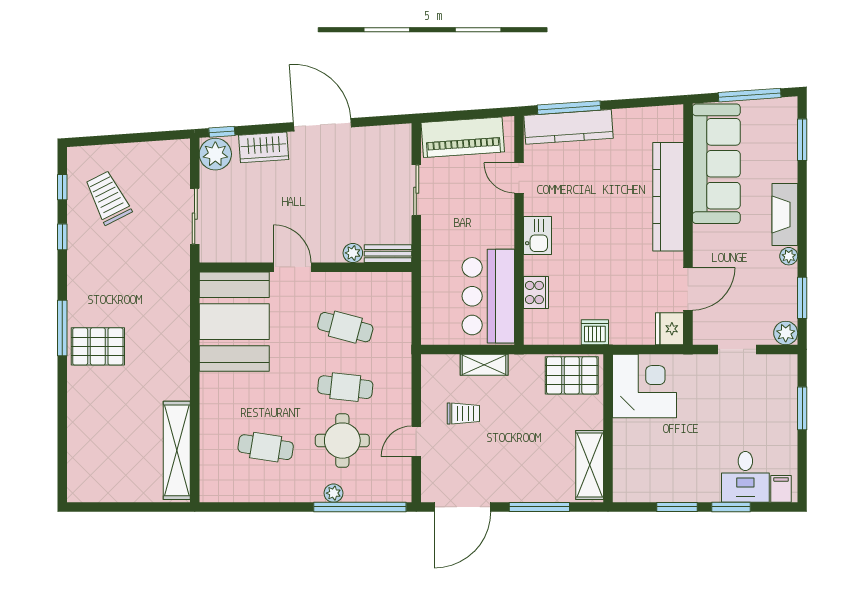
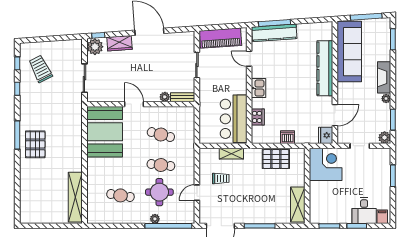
pallet: (98, 346) -> (35, 144), turned 90
corner desk: (645, 386) -> (326, 164), moved
wall: (608, 428) -> (307, 186), moved
shelving: (590, 465) -> (298, 205), moved

